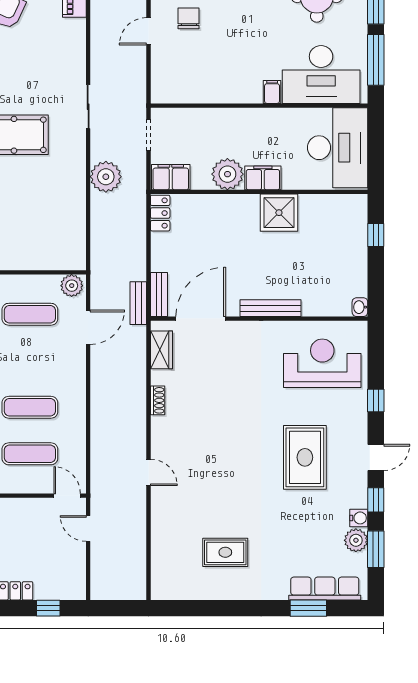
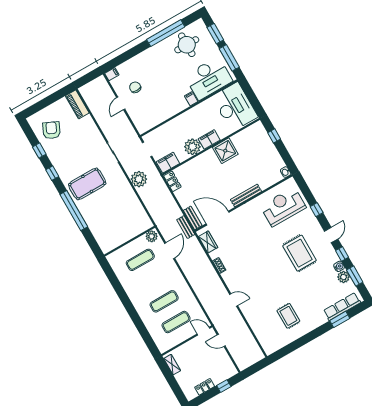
door: (201, 319) -> (218, 218), hinge flipped
rug: (225, 552) -> (288, 316), turned 90

